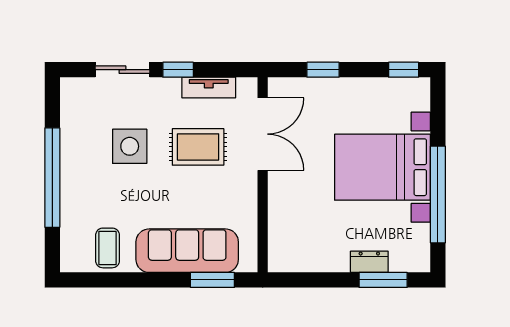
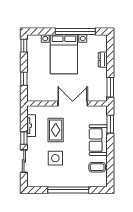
double door: (263, 134) -> (73, 104), moved
sofa: (187, 251) -> (98, 140), width x0.73
window: (383, 280) -> (110, 87), moved

